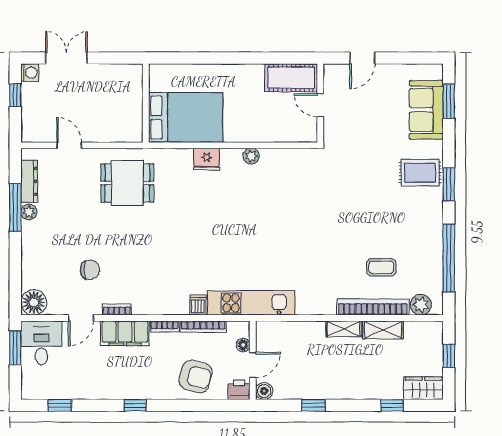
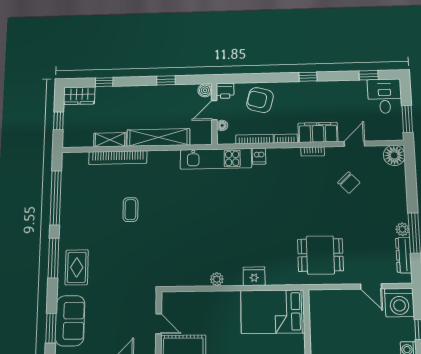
washing machine: (37, 126) -> (399, 303), added
rug: (420, 173) -> (77, 267), turned 90
window: (449, 184) -> (53, 258), width x1.44
coffee table: (381, 267) -> (130, 210), moved, turned 90
chair: (90, 270) -> (349, 183), turned -134
plant: (421, 305) -> (79, 160), removed
bookcase: (117, 309) -> (313, 151), moved
shelving: (344, 329) -> (158, 137), width x2.20, depth x1.33
desk: (41, 343) -> (385, 96), moved, turned 180

